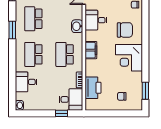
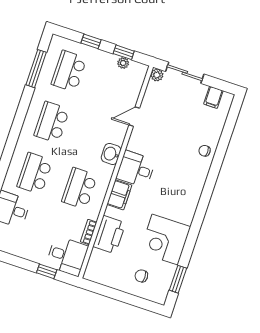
desk: (96, 20) -> (136, 169), moved
window: (12, 30) -> (16, 128), removed
chair: (125, 30) -> (178, 182), removed
corner desk: (129, 58) -> (165, 239), moved
printer: (93, 88) -> (109, 235), moved

